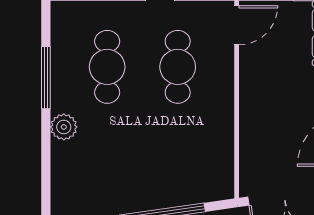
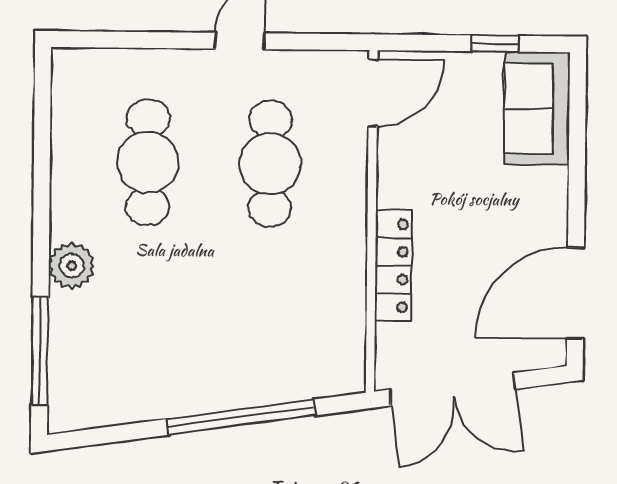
window: (46, 78) -> (40, 351), moved
locker: (249, 125) -> (393, 266), added

